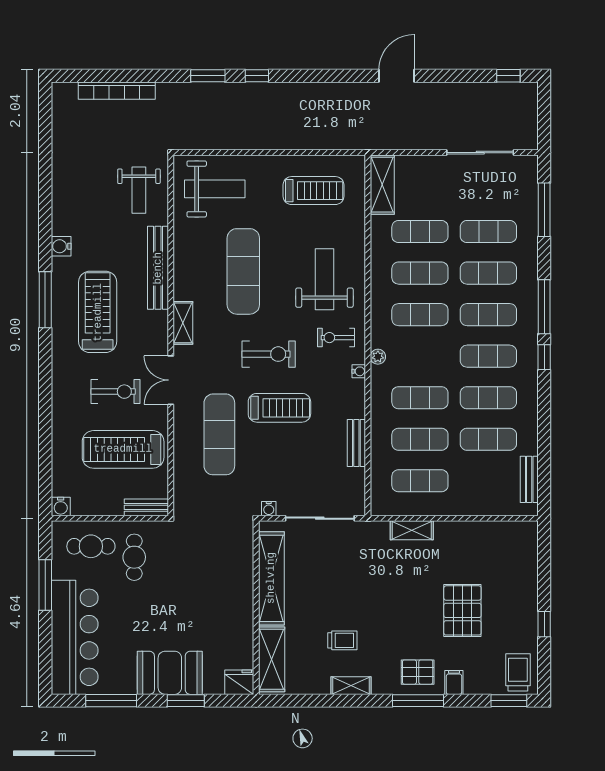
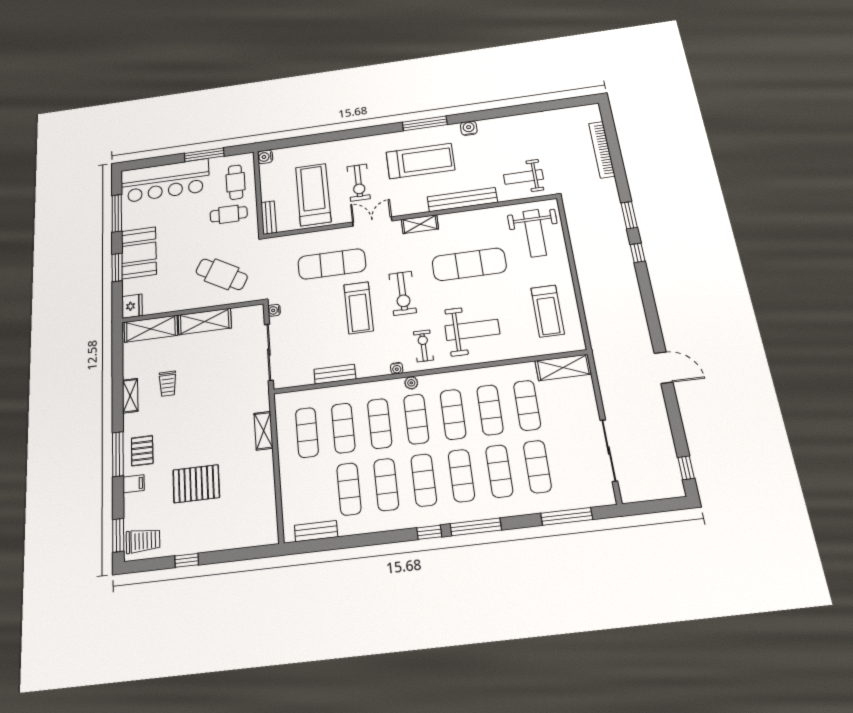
exercise mat: (420, 356) -> (416, 419), added
cafe table: (214, 570) -> (222, 274), added
shelving: (271, 578) -> (205, 321), width x0.68

